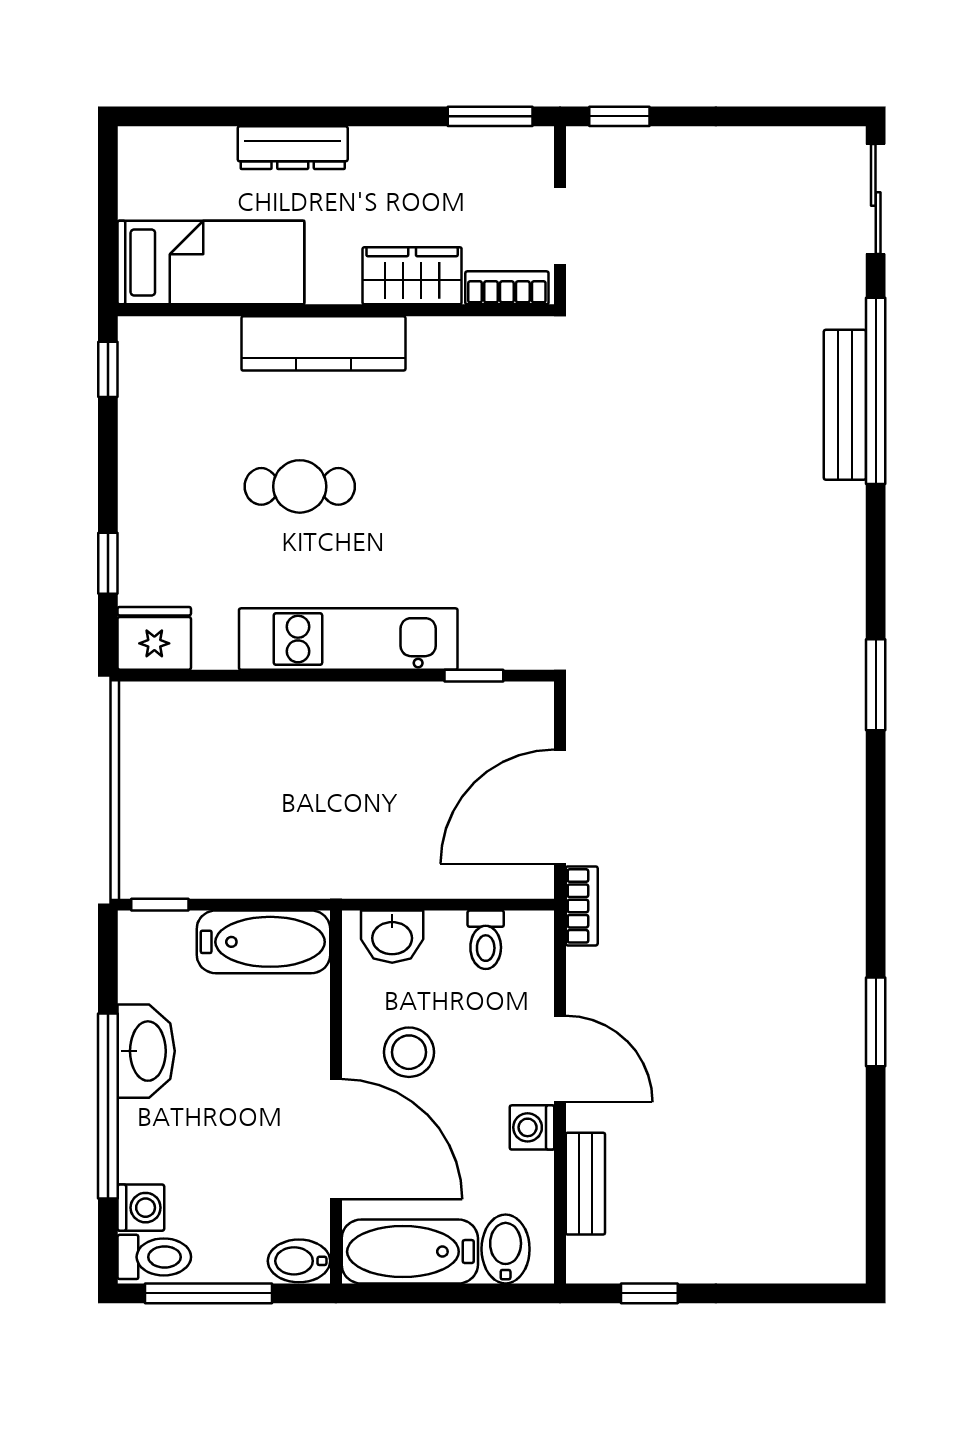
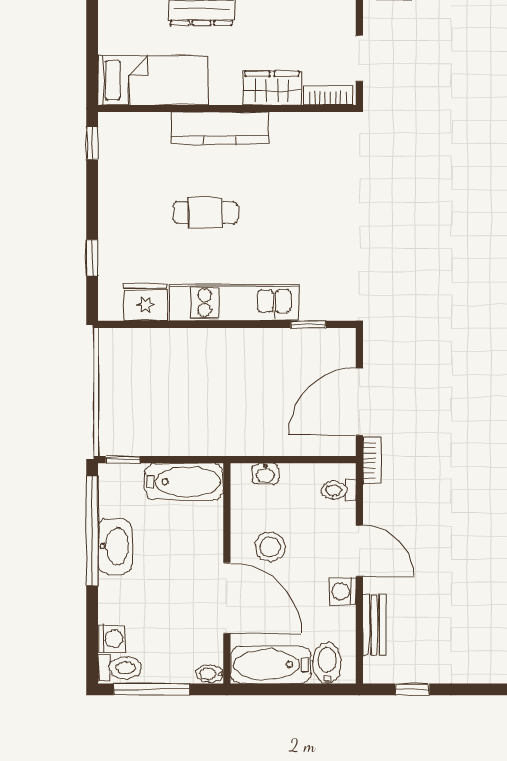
fridge: (154, 638) -> (146, 302), moved
washbasin: (392, 937) -> (265, 474), width x0.72, depth x0.69
toilet: (486, 940) -> (339, 490), moved, turned 90
window: (108, 1106) -> (92, 531), moved
bidet: (299, 1261) -> (210, 674), width x0.72, depth x0.74

